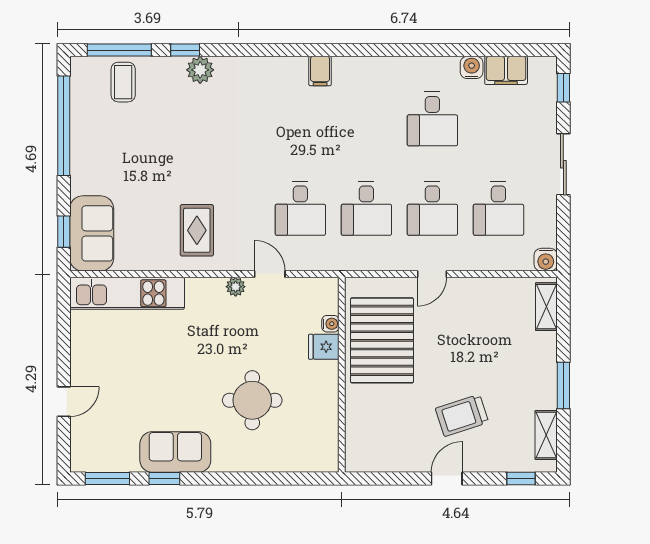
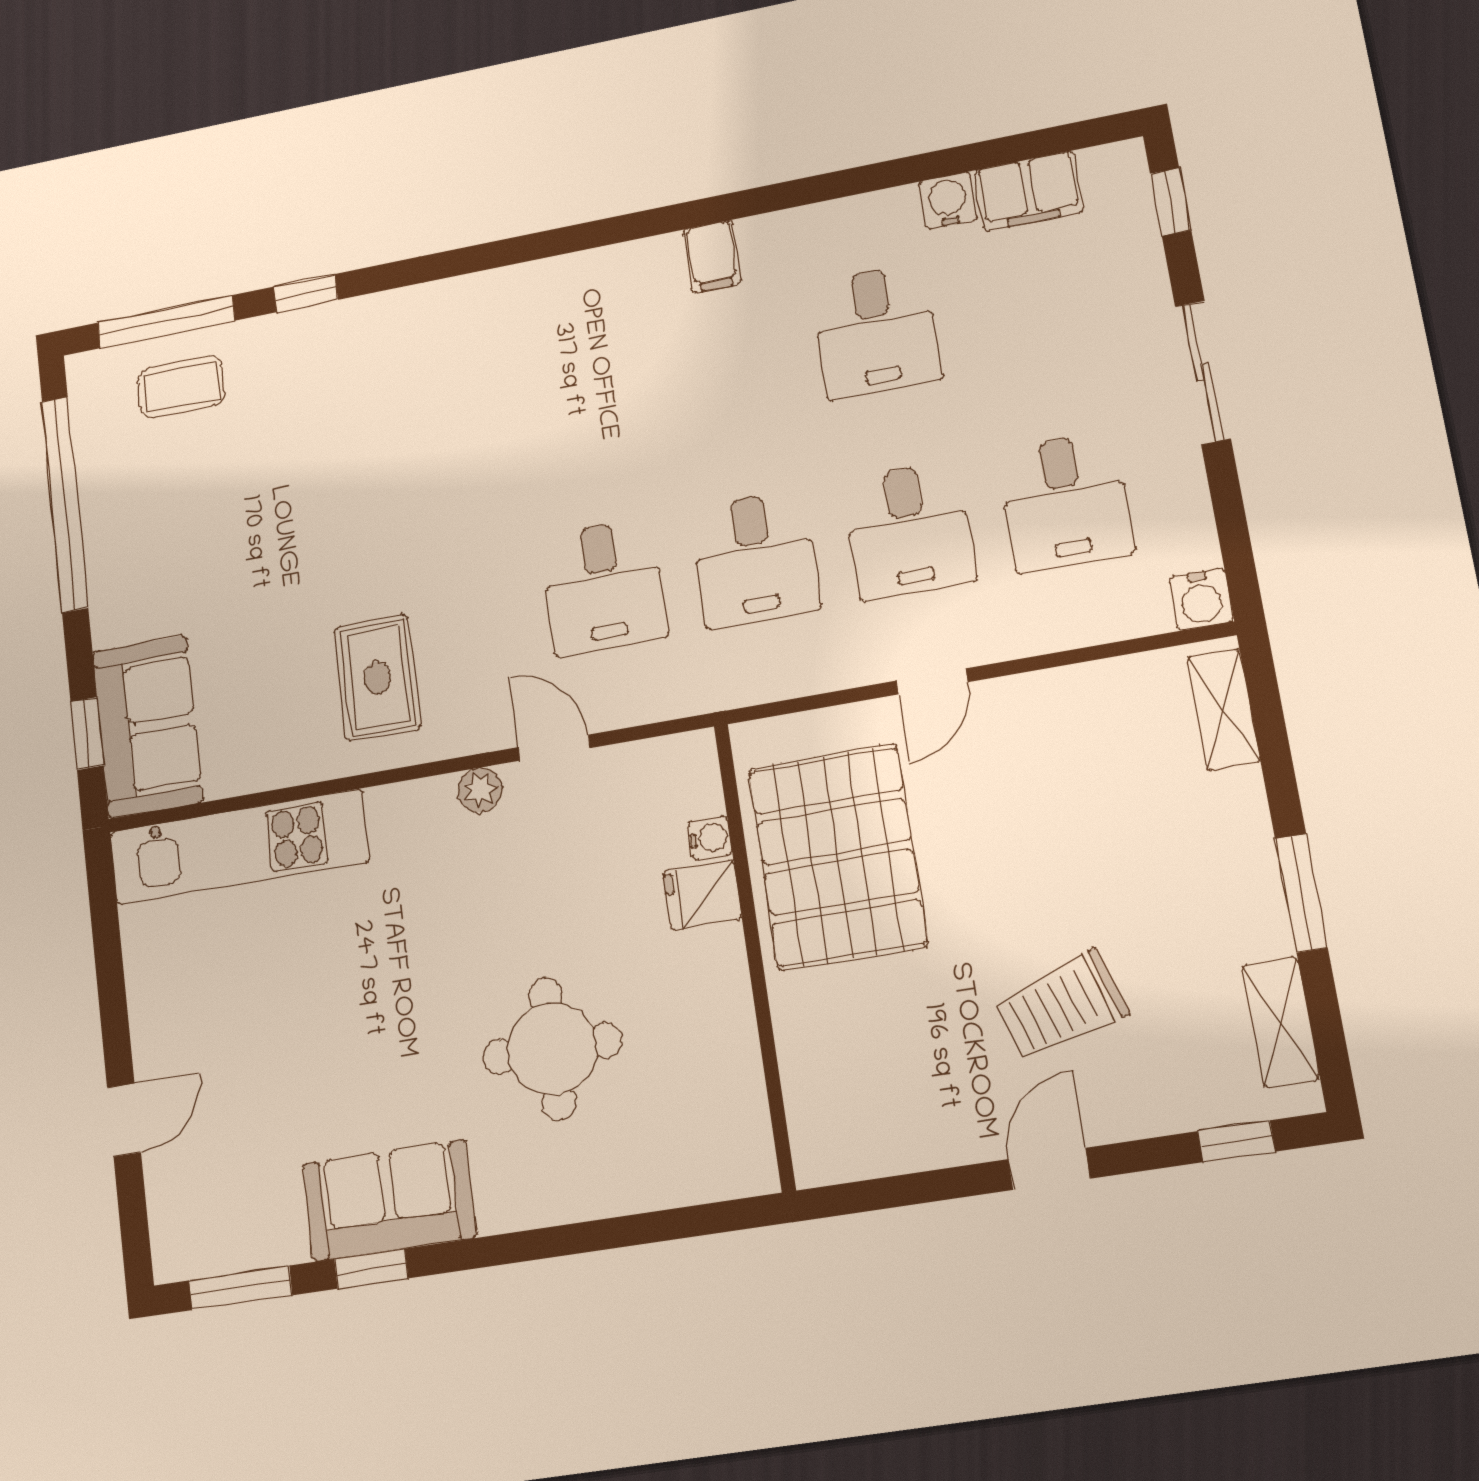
plant: (200, 70) -> (343, 328), removed
filing cabinet: (320, 71) -> (712, 256), moved
coffee table: (123, 82) -> (181, 387), turned 90

